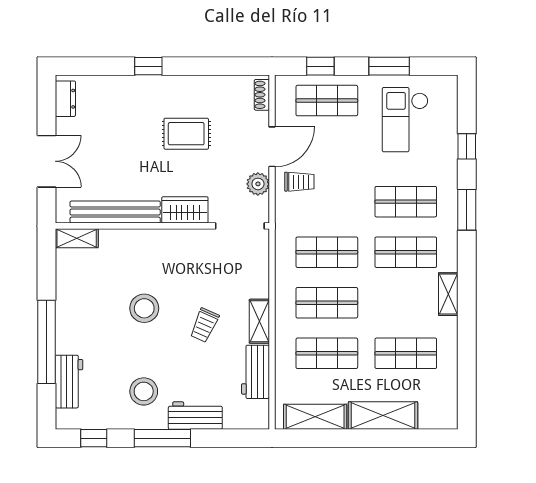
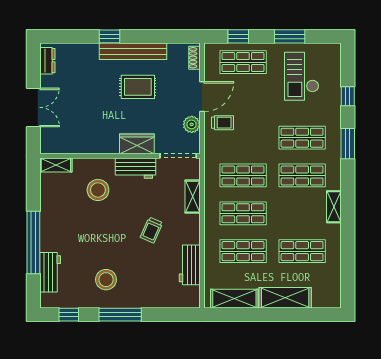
bench: (115, 212) -> (133, 51), moved
stool: (144, 308) -> (98, 190), moved
shelving: (259, 321) -> (193, 197), moved
workbench: (195, 416) -> (135, 168), moved, turned 180

